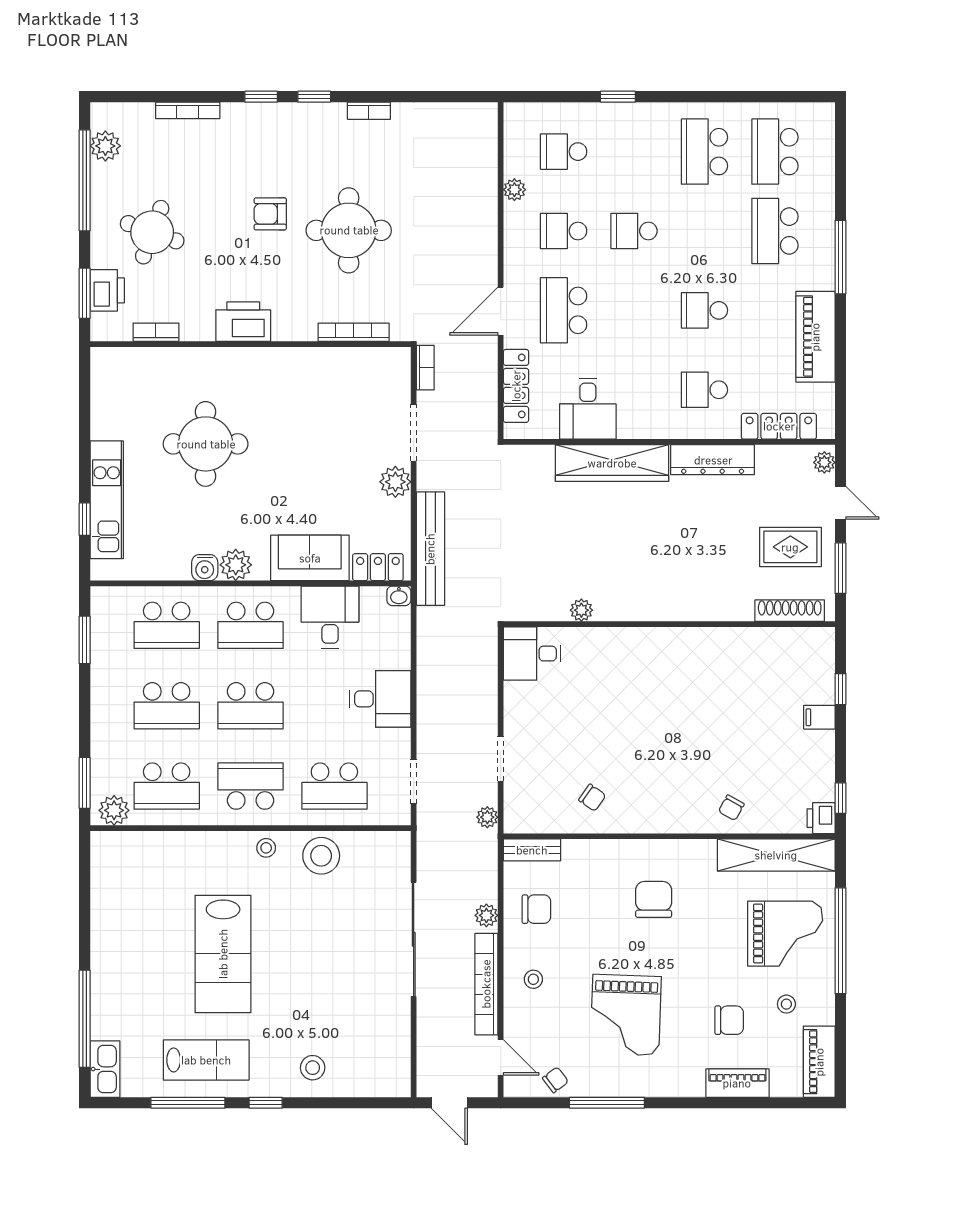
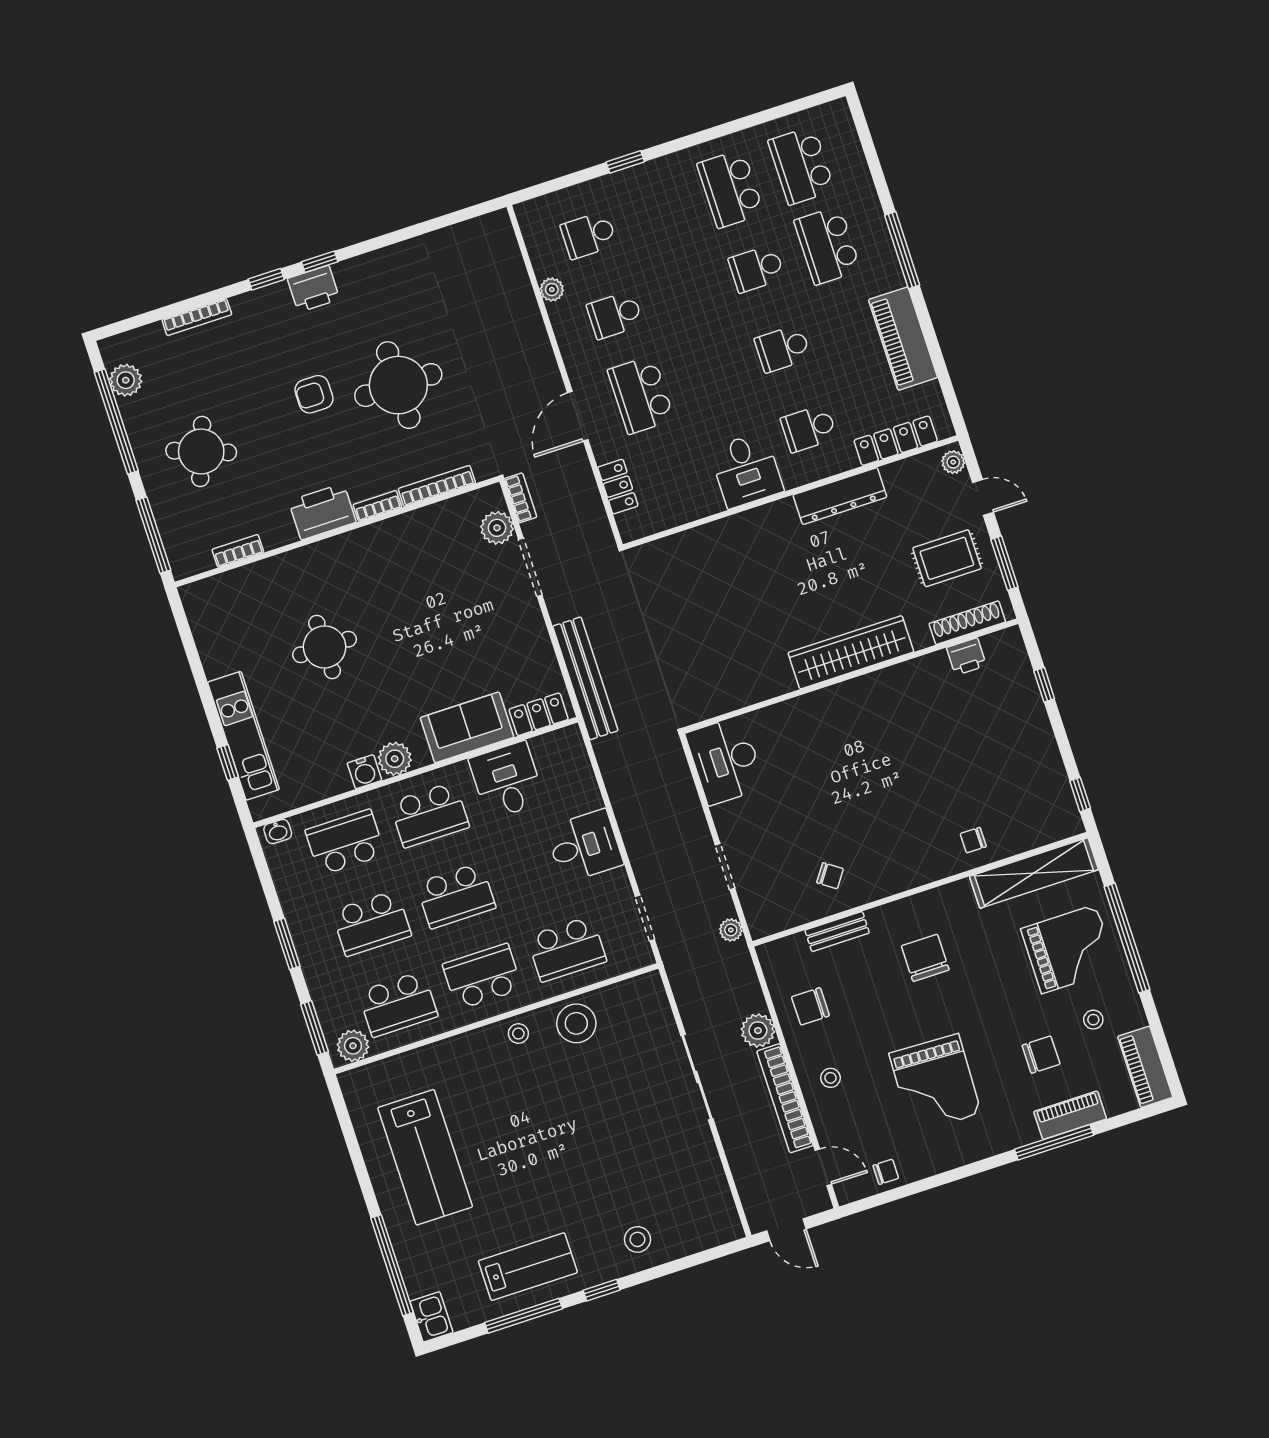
bookcase: (369, 111) -> (377, 506), moved, turned 180
school desk: (634, 231) -> (757, 269), moved
printer: (107, 290) -> (314, 289), moved, turned 90
window: (85, 293) -> (153, 535), width x1.44
locker: (516, 386) -> (618, 487), width x0.66
desk: (588, 409) -> (746, 470), moved
round table: (206, 444) -> (325, 647), width x0.73, depth x0.73
wardrobe: (612, 463) -> (851, 652), moved, turned 180
plant: (395, 482) -> (497, 528), moved
washbasin: (399, 596) -> (278, 832), moved
plant: (581, 610) -> (757, 691), removed
school desk: (167, 625) -> (345, 842), turned 180
window: (85, 640) -> (287, 944), moved
desk: (532, 654) -> (725, 760), width x1.37
filing cabinet: (819, 717) -> (1032, 720), removed
chair: (731, 808) -> (973, 840), turned 61
printer: (821, 818) -> (966, 657), moved, turned -90
bench: (532, 850) -> (837, 932), moved
chair: (536, 909) -> (810, 1006), turned 180
plant: (486, 915) -> (758, 1031), width x1.38, depth x1.38
sliding door: (414, 939) -> (697, 1077), width x0.73
lab bench: (223, 954) -> (425, 1157), moved
kitchen sink: (105, 1069) -> (431, 1317), width x0.73
chair: (555, 1080) -> (886, 1172), turned 37
window: (607, 1103) -> (1054, 1142), moved

